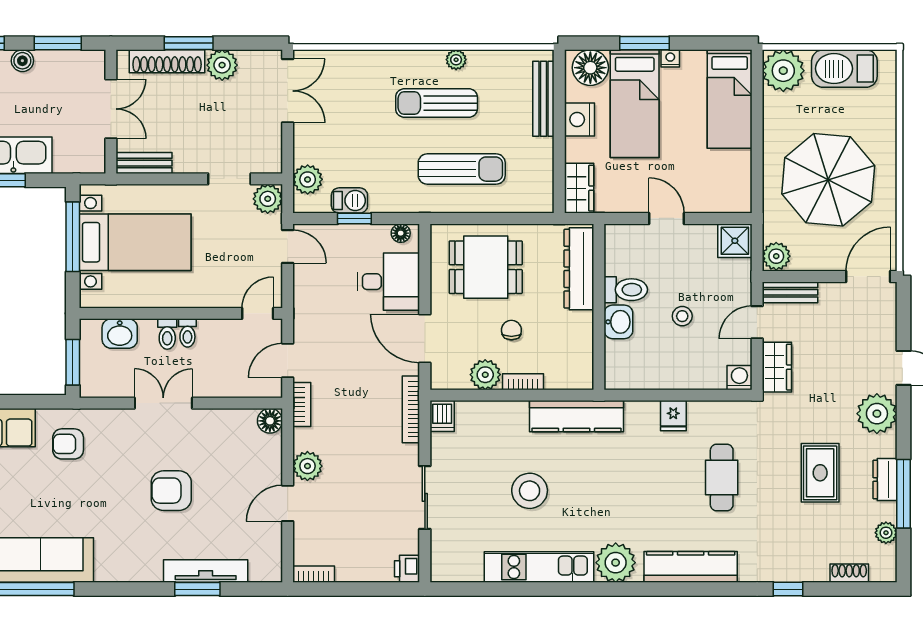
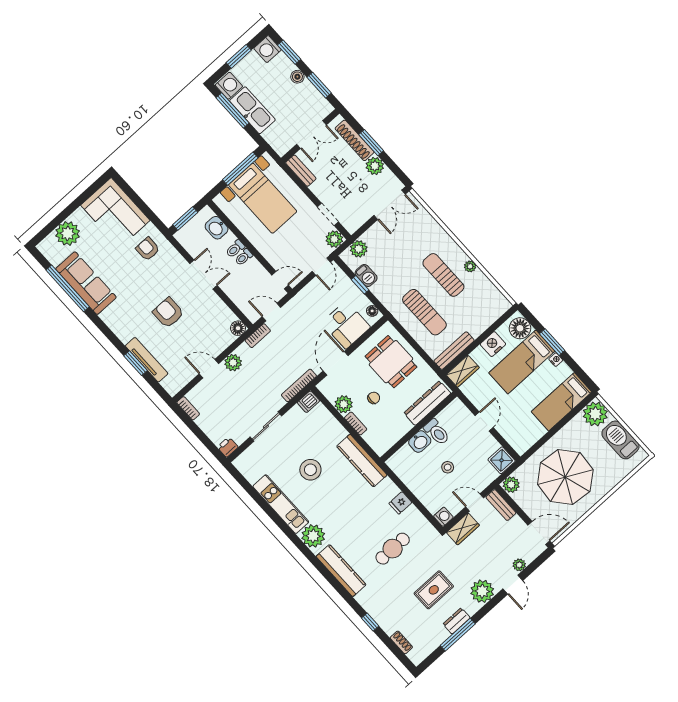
bench: (543, 99) -> (454, 351), moved
plant: (886, 533) -> (519, 565), moved

